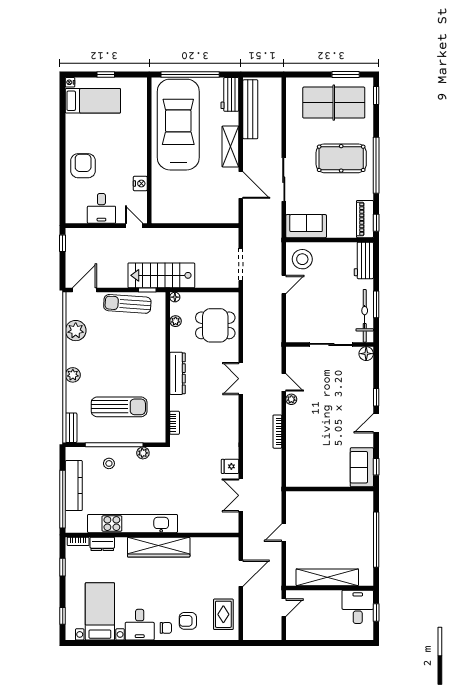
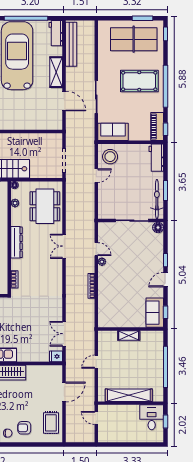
dining table: (215, 325) -> (45, 206), width x1.37
fridge: (230, 466) -> (56, 356), moved
shelving: (327, 498) -> (129, 336), added
door: (284, 608) -> (96, 418), swing flipped

